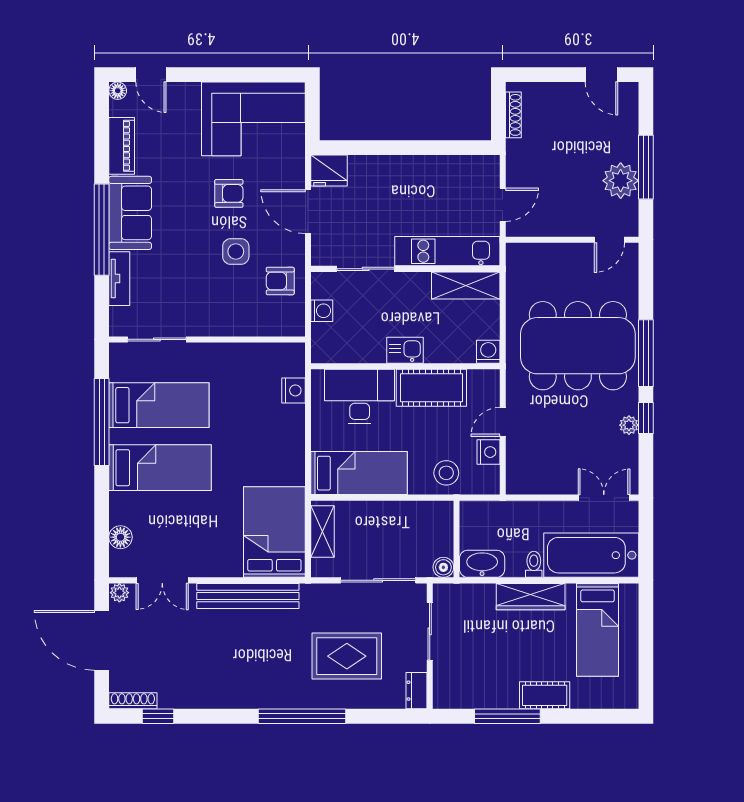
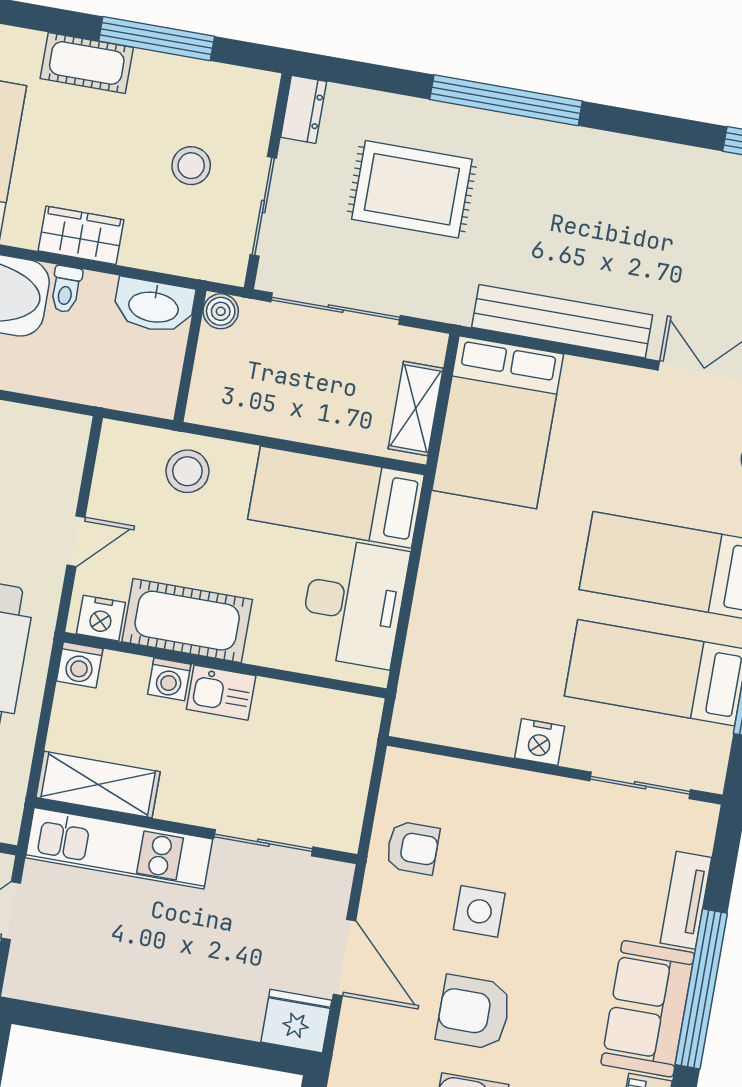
armchair: (229, 193) -> (474, 1012), width x1.38, depth x1.38
washing machine: (322, 311) -> (169, 679), moved, turned -90
nightstand: (293, 390) -> (540, 742), moved, turned -90
desk: (360, 397) -> (354, 603), moved, turned -90
nightstand: (488, 452) -> (101, 618), moved, turned -90
wardrobe: (531, 597) -> (81, 235), width x0.67
stool: (475, 647) -> (191, 166), added

